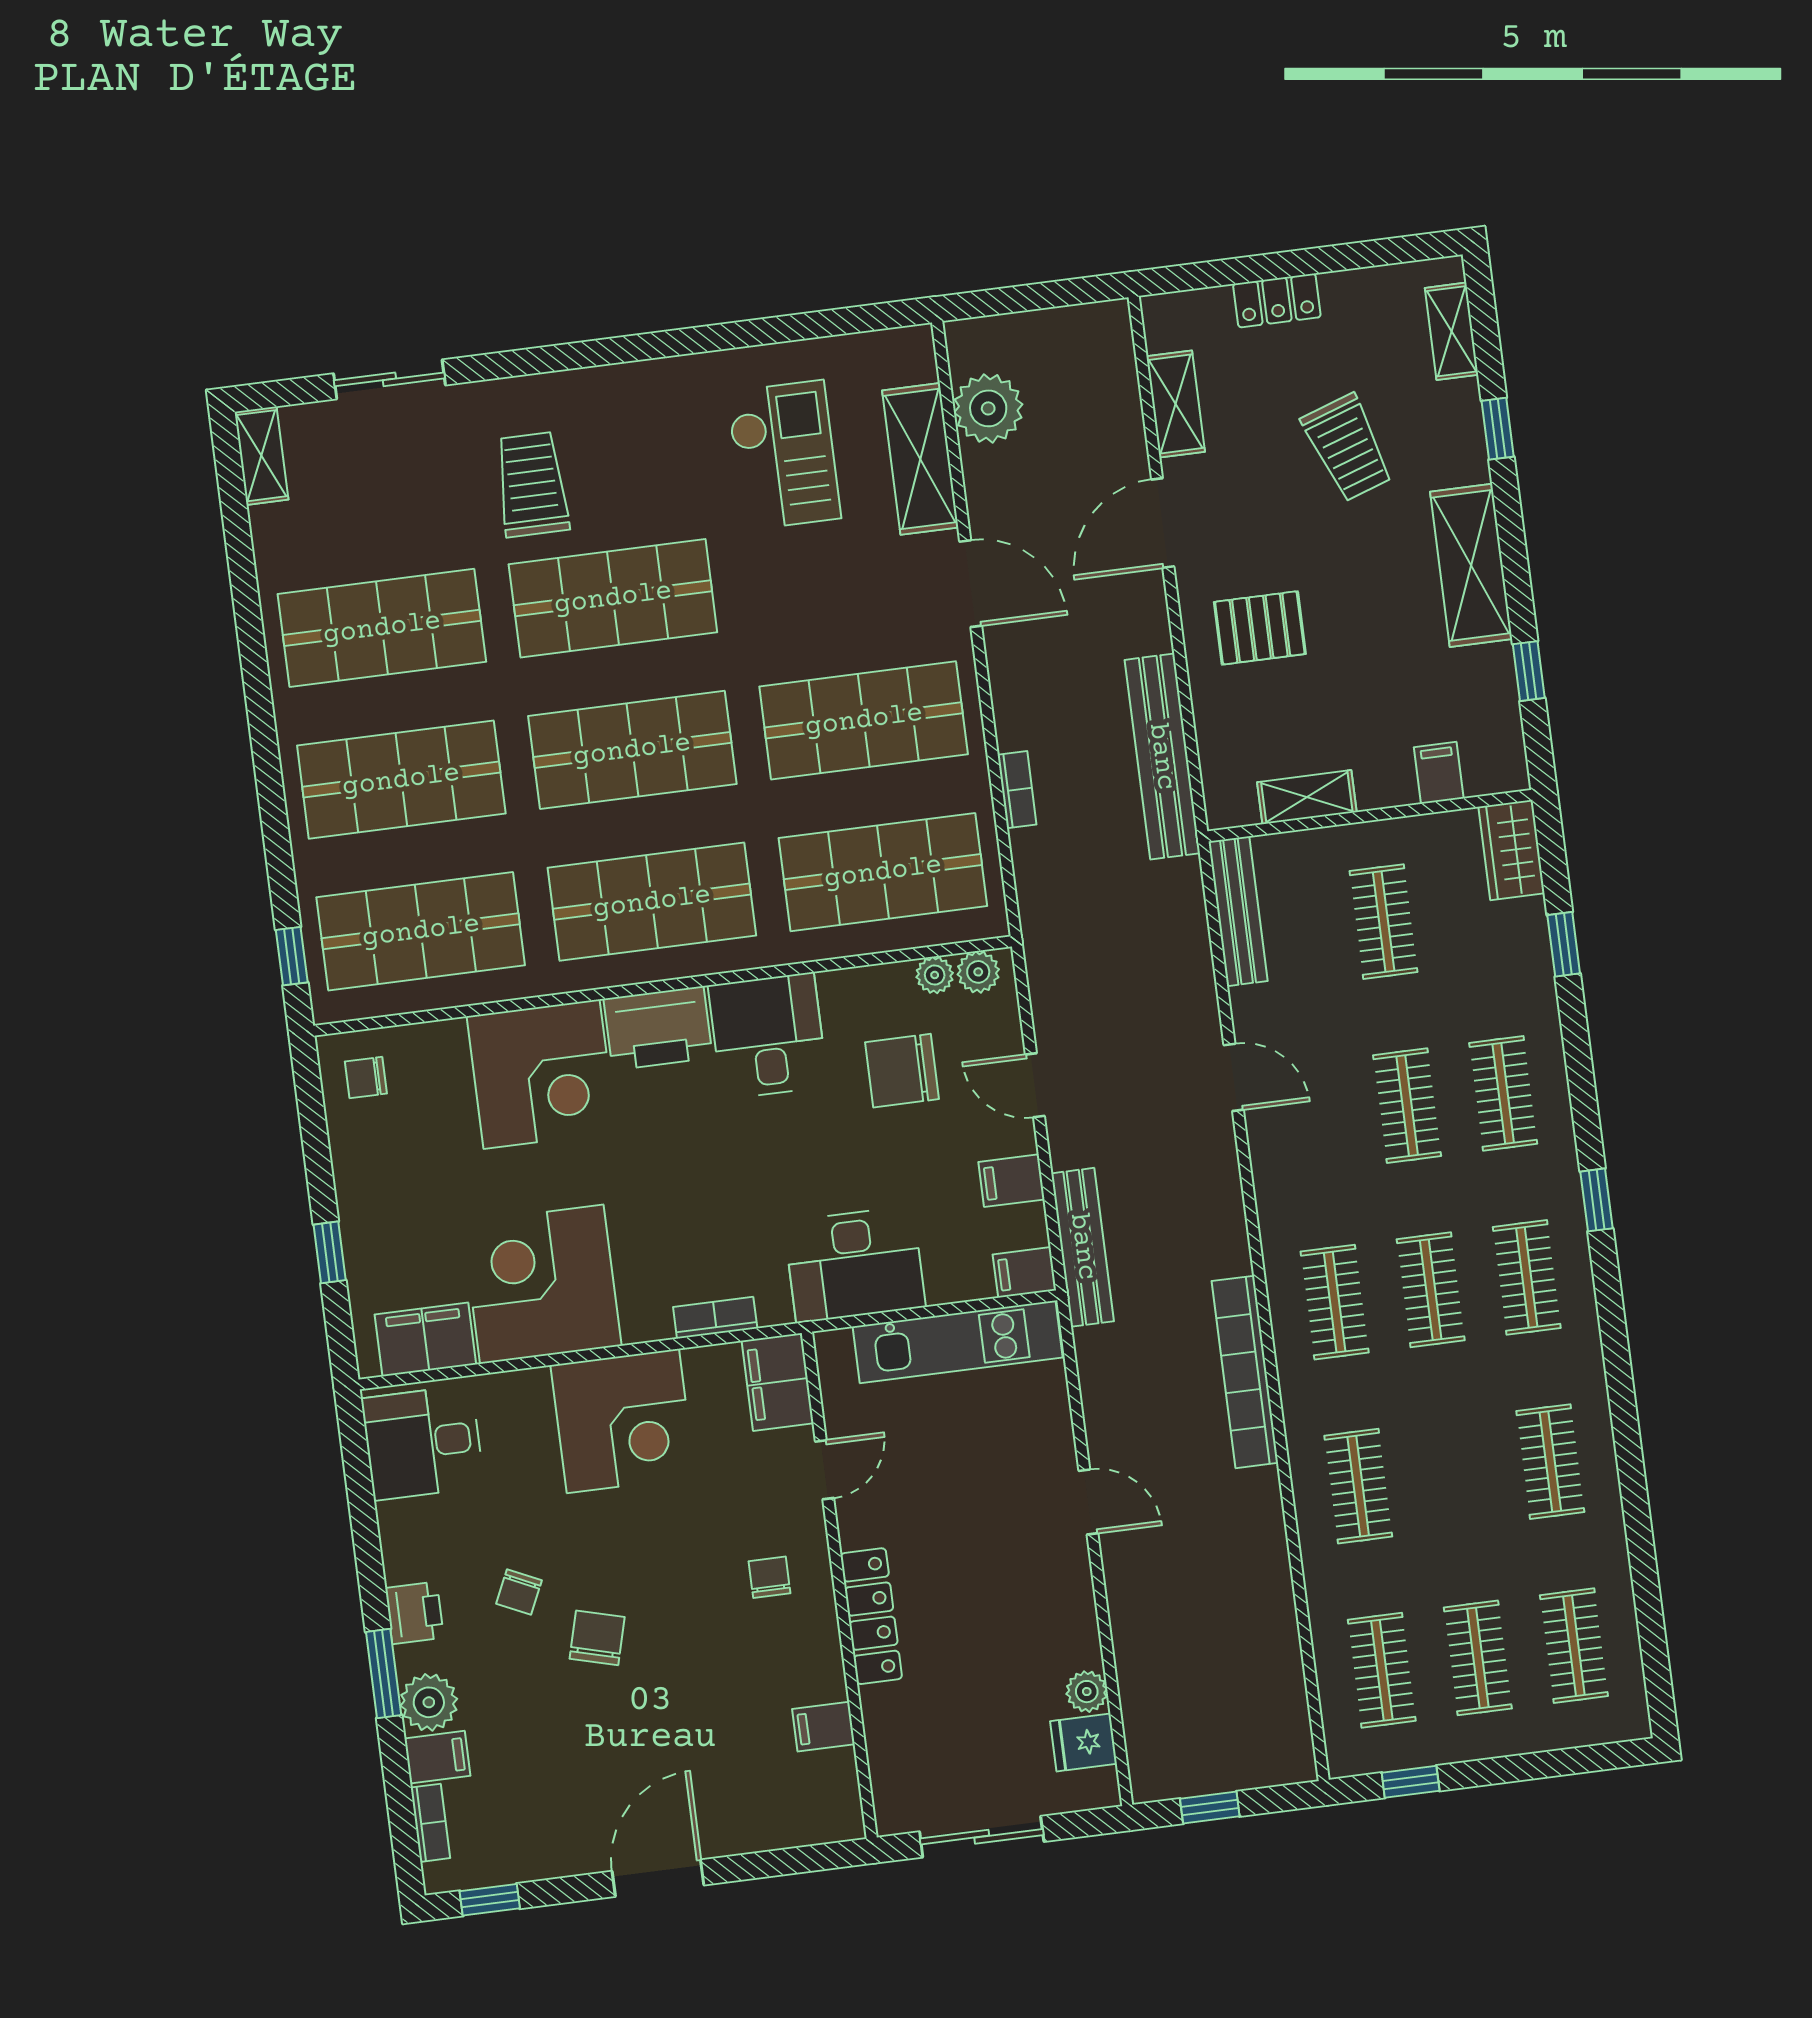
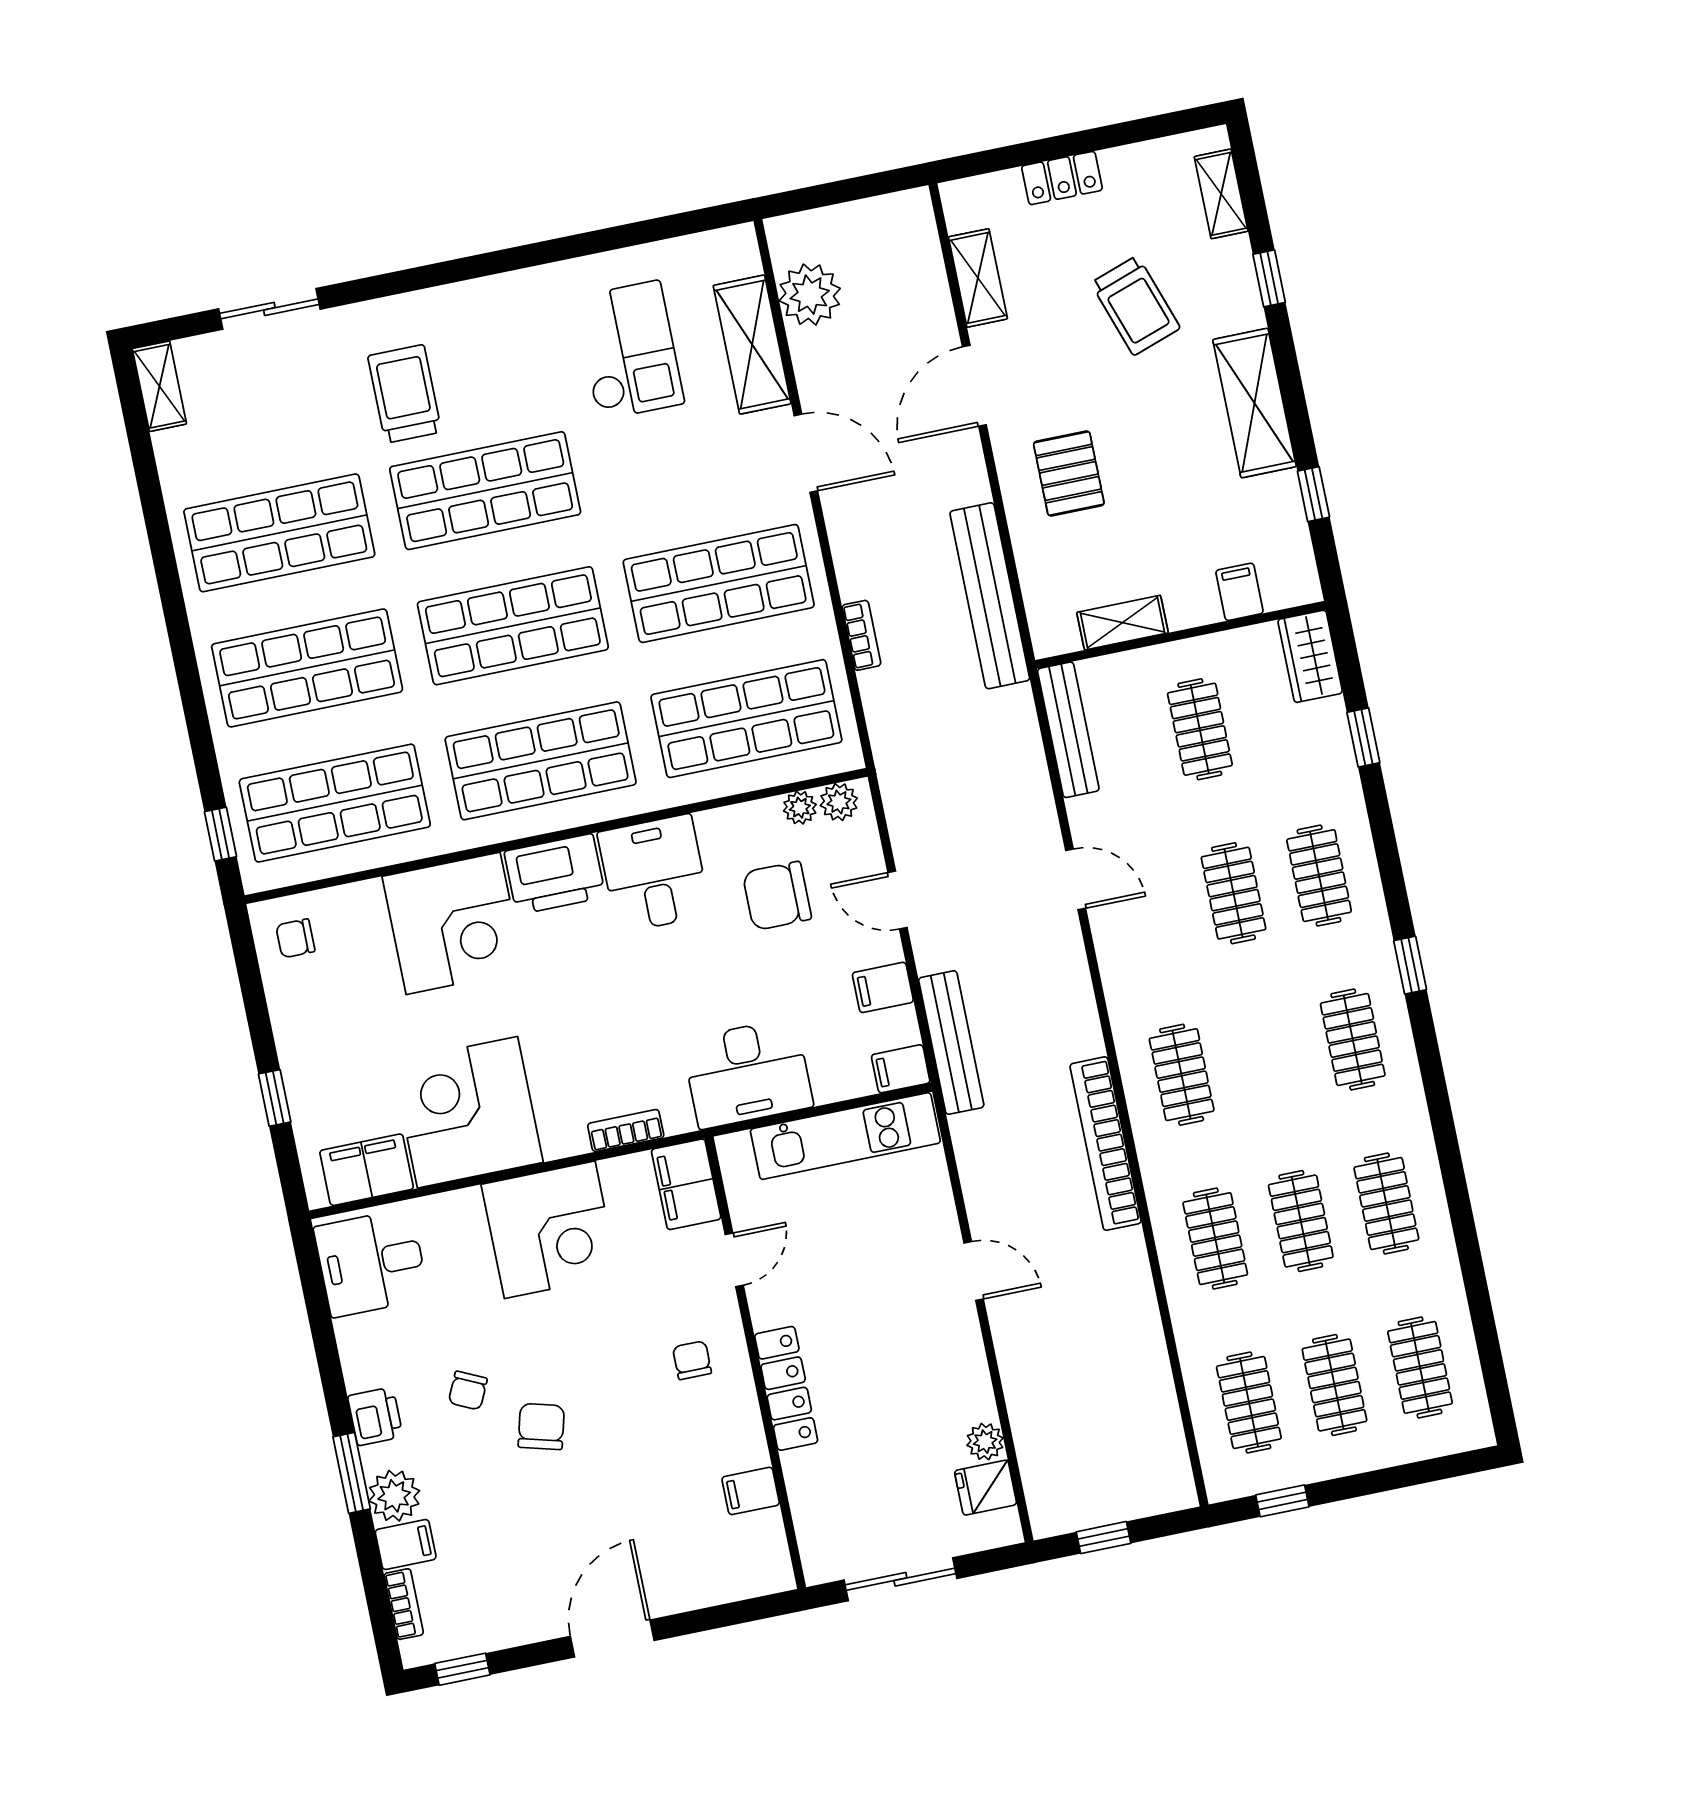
pallet: (1260, 628) -> (1069, 474), turned 90
clothes rail: (1431, 1290) -> (1301, 1221), moved

